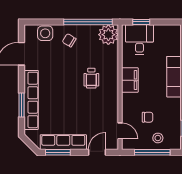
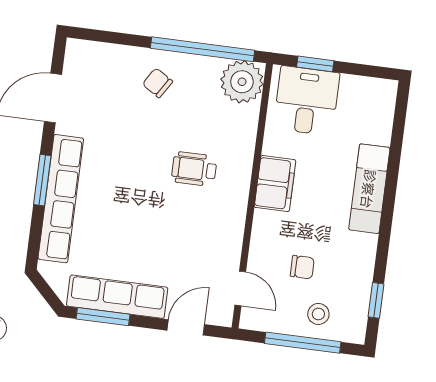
side table: (45, 33) -> (109, 61), removed
wheelchair: (91, 78) -> (194, 169), turned 90
window: (21, 105) -> (42, 180), moved

